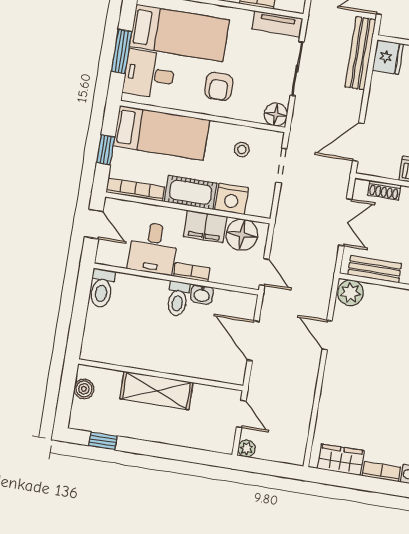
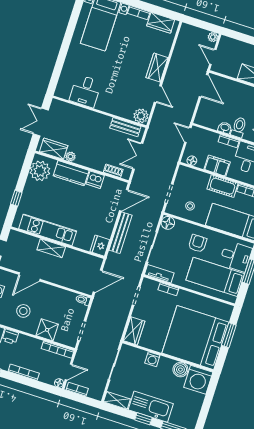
bench: (360, 53) -> (121, 233), moved
nightstand: (232, 199) -> (200, 179), removed
floor lamp: (242, 235) -> (192, 161), width x0.53, depth x0.53
door: (253, 341) -> (204, 86), moved
wardrobe: (335, 381) -> (157, 68), added

